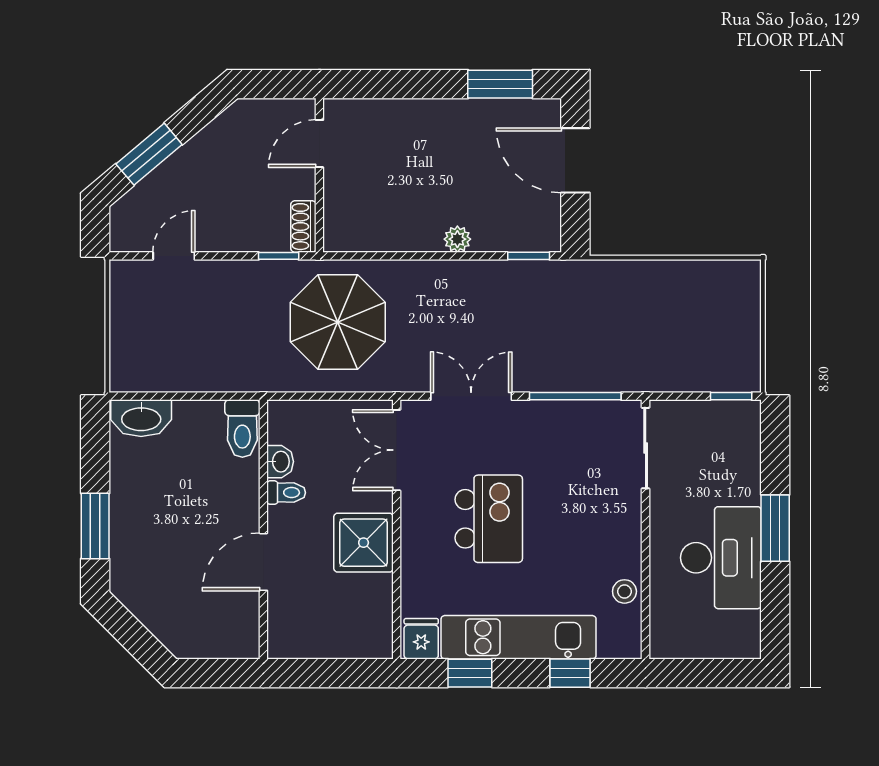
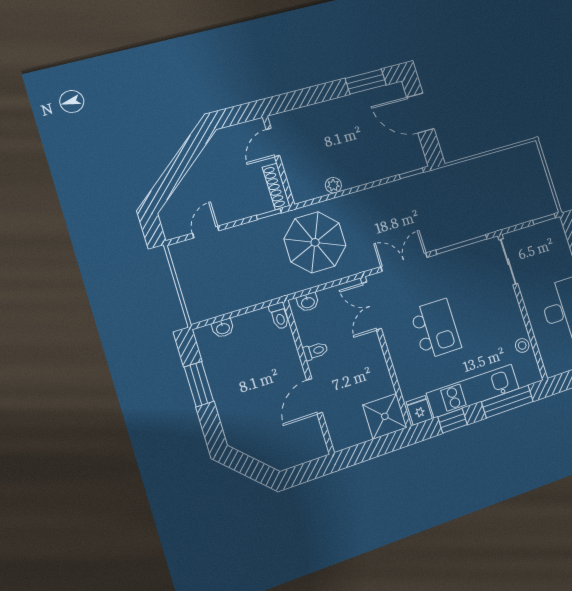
window: (149, 154) -> (172, 176), removed
shoe rack: (303, 227) -> (276, 186), width x1.43
plant: (457, 239) -> (333, 185), moved
washbasin: (141, 418) -> (223, 328), width x0.52, depth x0.69
toilet: (242, 428) -> (279, 316), width x0.73, depth x0.72
washbasin: (280, 462) -> (308, 302), moved, turned 90
window: (95, 526) -> (199, 384), moved
shower: (364, 543) -> (385, 416), moved
window: (570, 673) -> (507, 402), width x2.17

